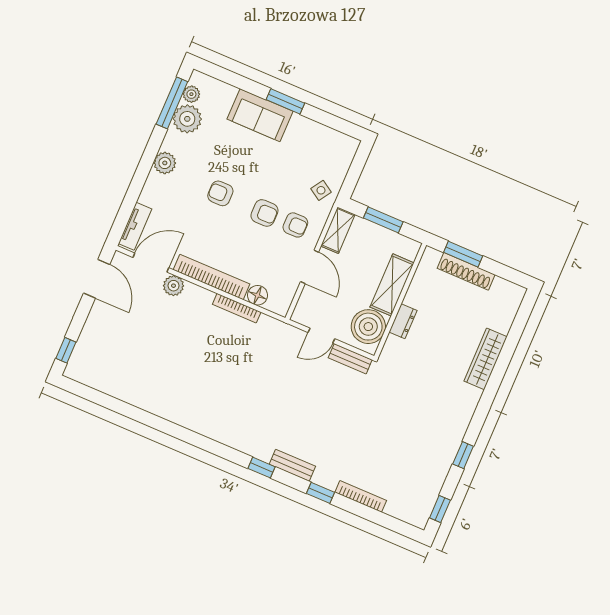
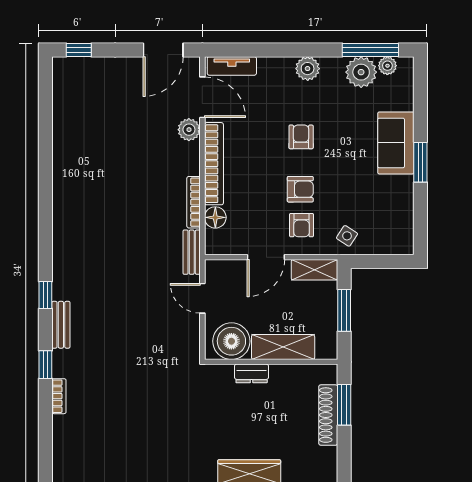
armchair: (264, 213) -> (300, 189), turned -90
bench: (350, 359) -> (192, 252), moved
bookcase: (361, 496) -> (59, 396), width x0.64

